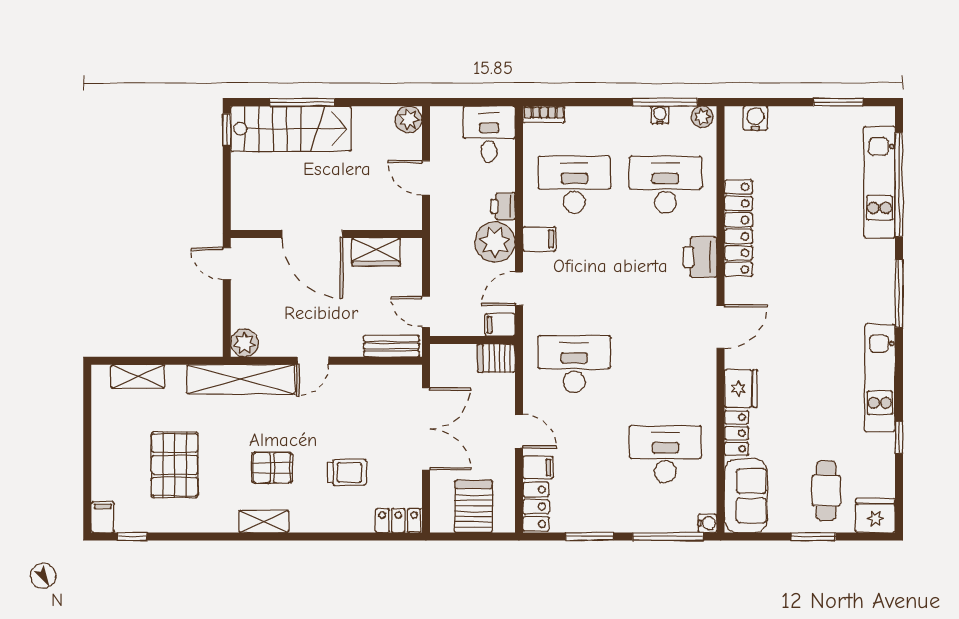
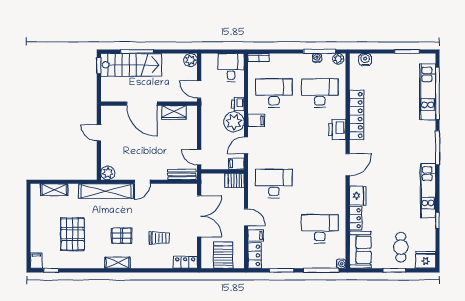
door: (312, 234) -> (142, 104), moved
wall: (326, 234) -> (149, 104), moved
wardrobe: (376, 252) -> (174, 113), moved

